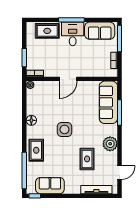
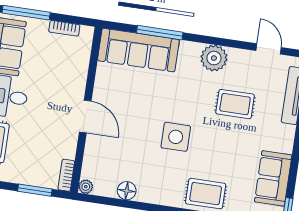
floor lamp: (31, 120) -> (127, 191), moved

